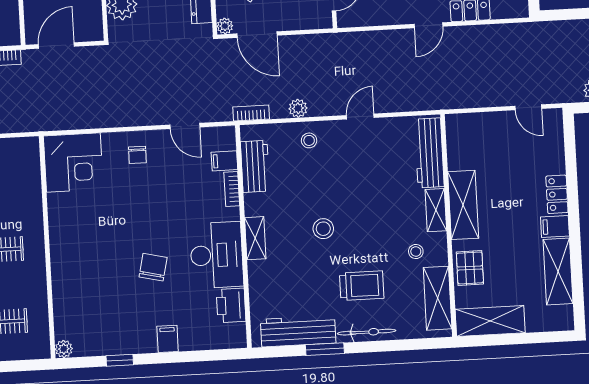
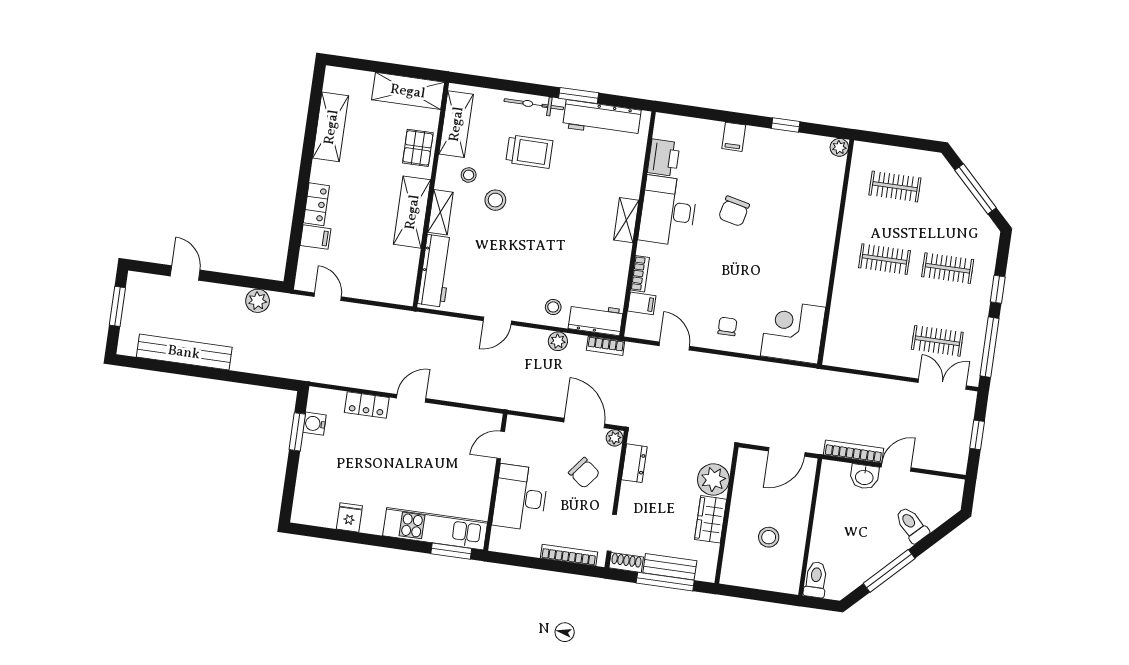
workbench: (255, 166) -> (596, 319), moved, turned 90
filing cabinet: (555, 227) -> (316, 237), moved
stool: (323, 229) -> (495, 200), moved
trolley: (362, 286) -> (529, 152), turned 180

